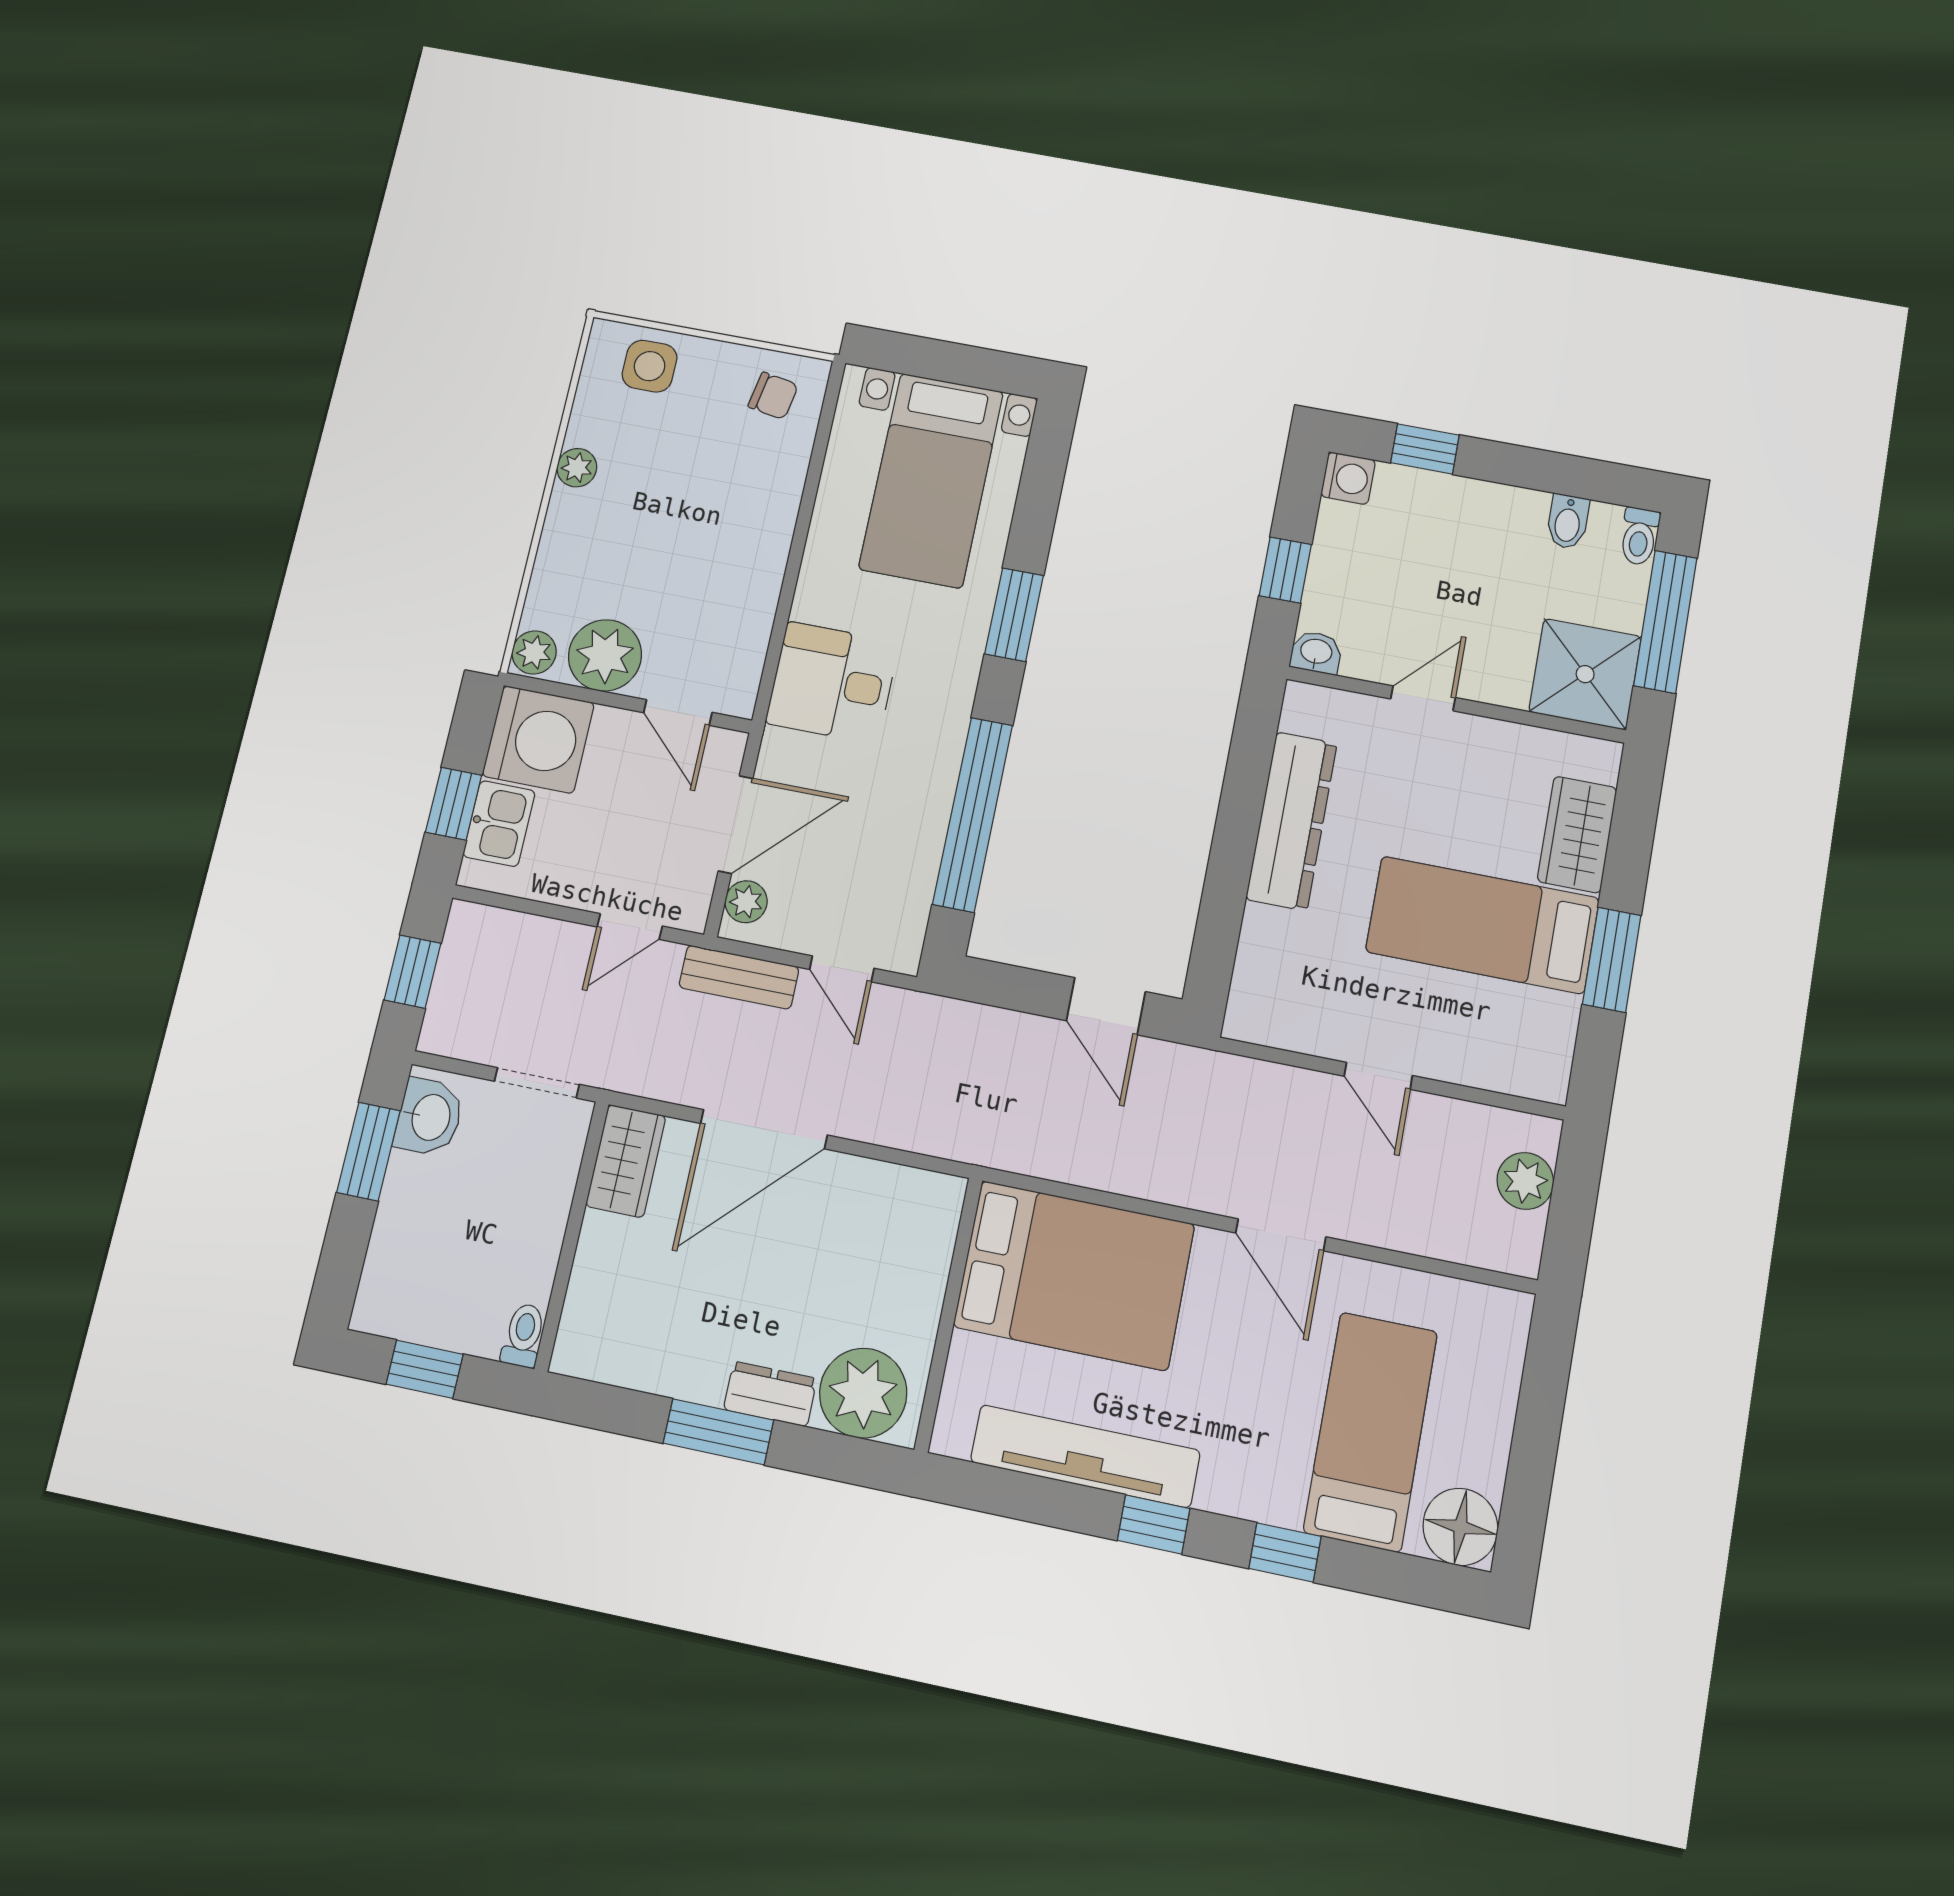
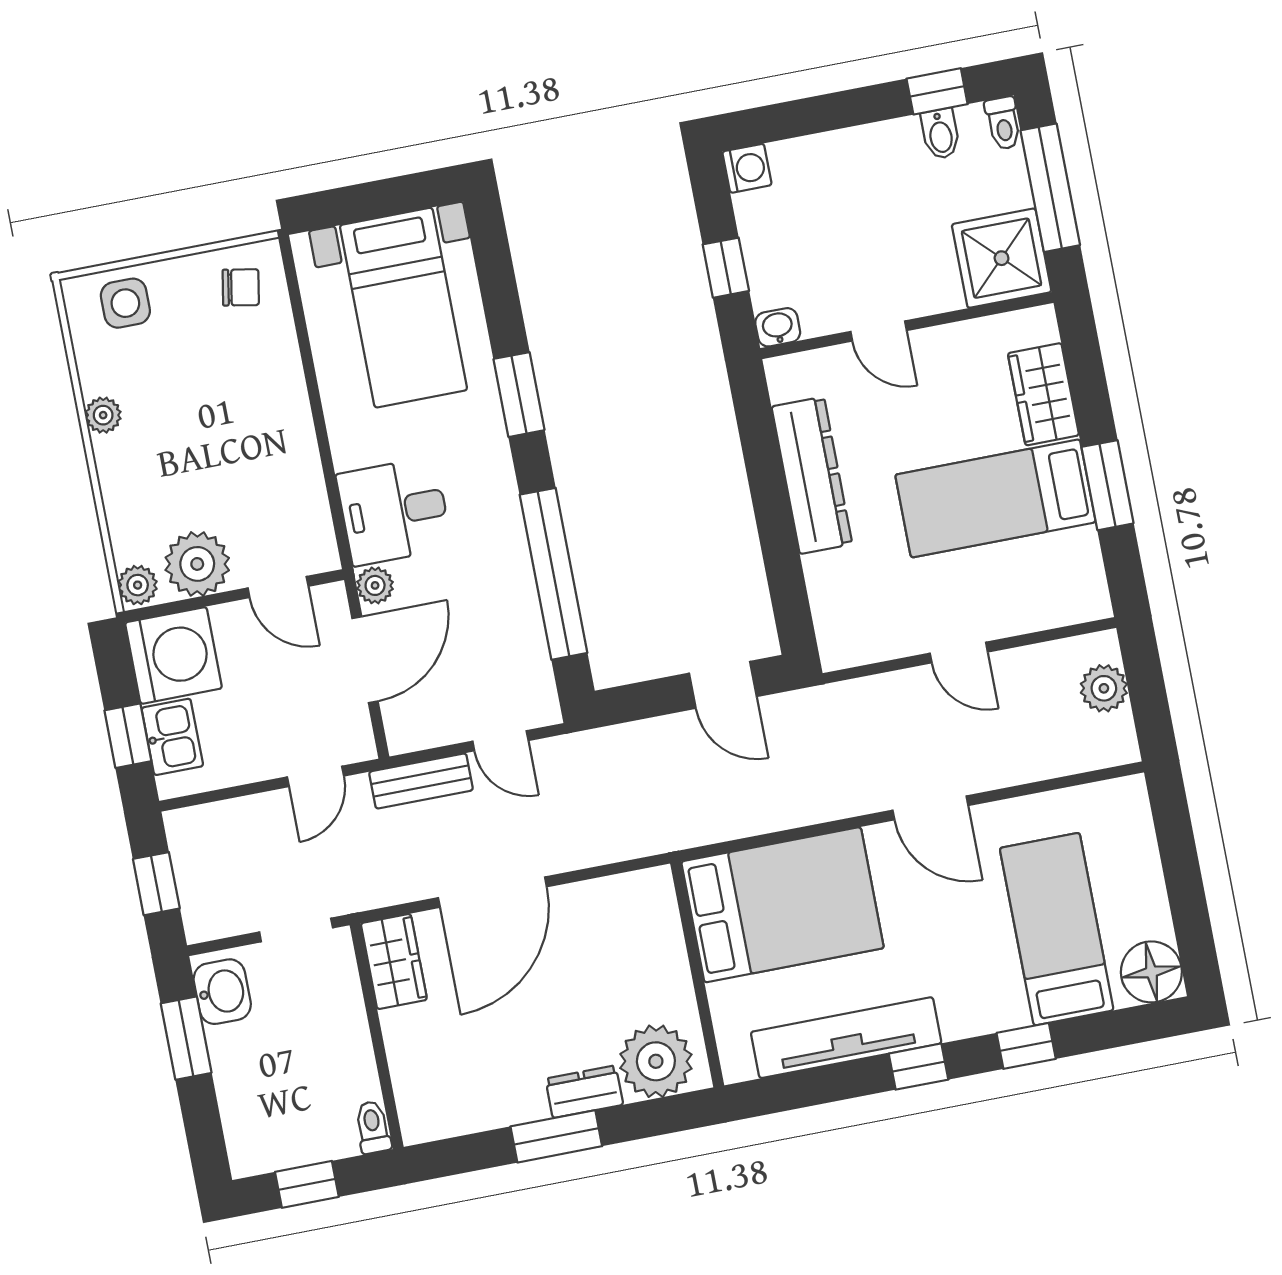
window: (1425, 449) -> (937, 91), moved
door: (1423, 698) -> (879, 331), swing flipped
plant: (746, 902) -> (375, 585), moved

